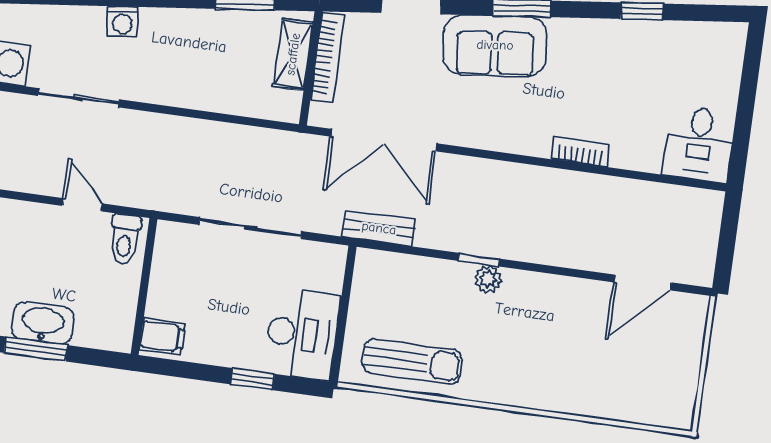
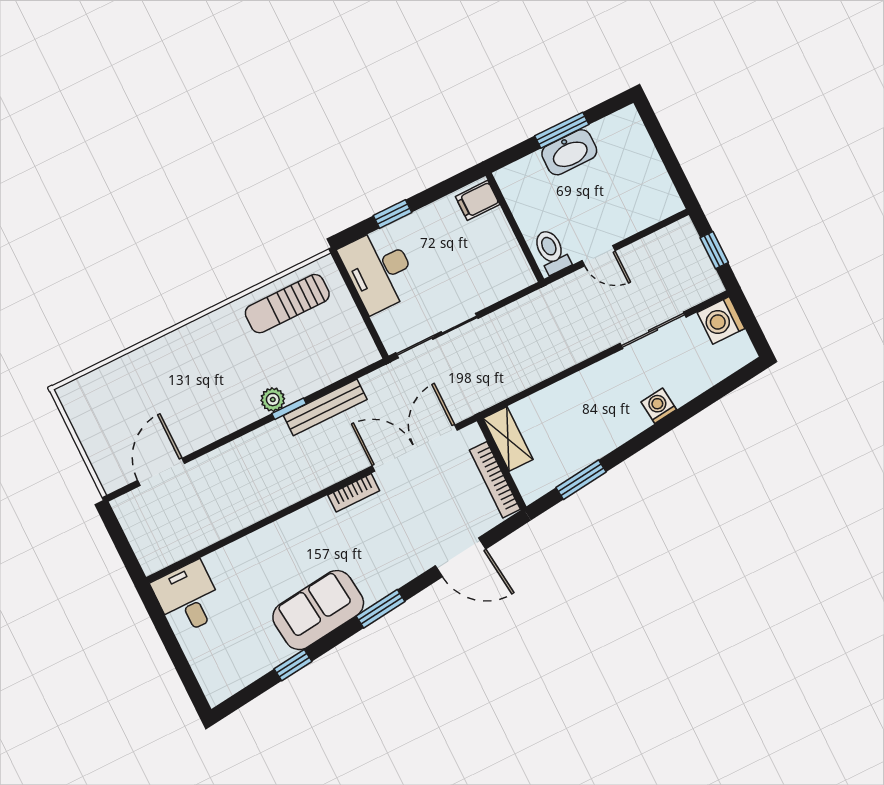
sofa: (495, 45) -> (318, 610), moved
shelving: (293, 54) -> (508, 439), moved
bookcase: (580, 152) -> (354, 493), moved
sliding door: (250, 228) -> (437, 336), moved
bench: (379, 228) -> (325, 407), moved, width x1.36

